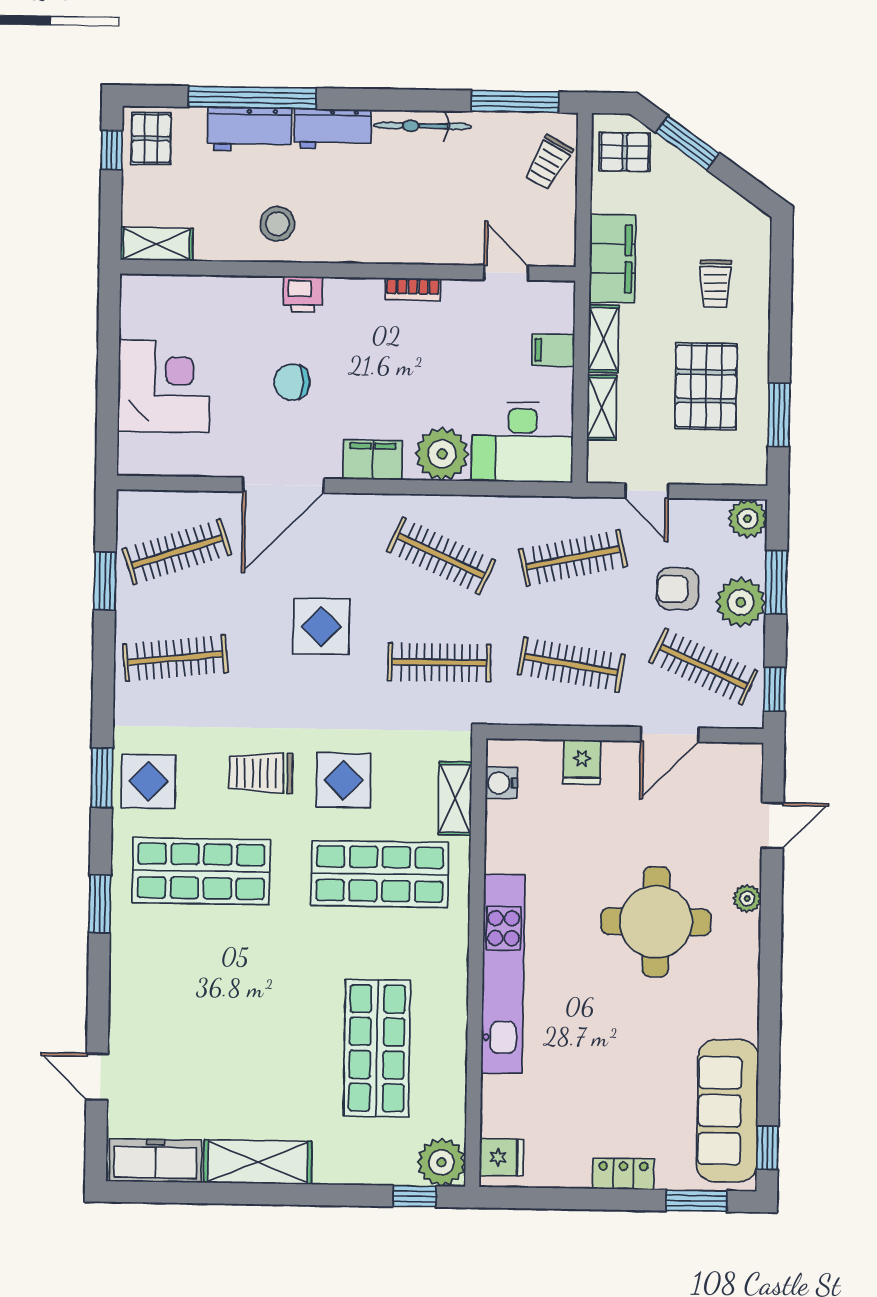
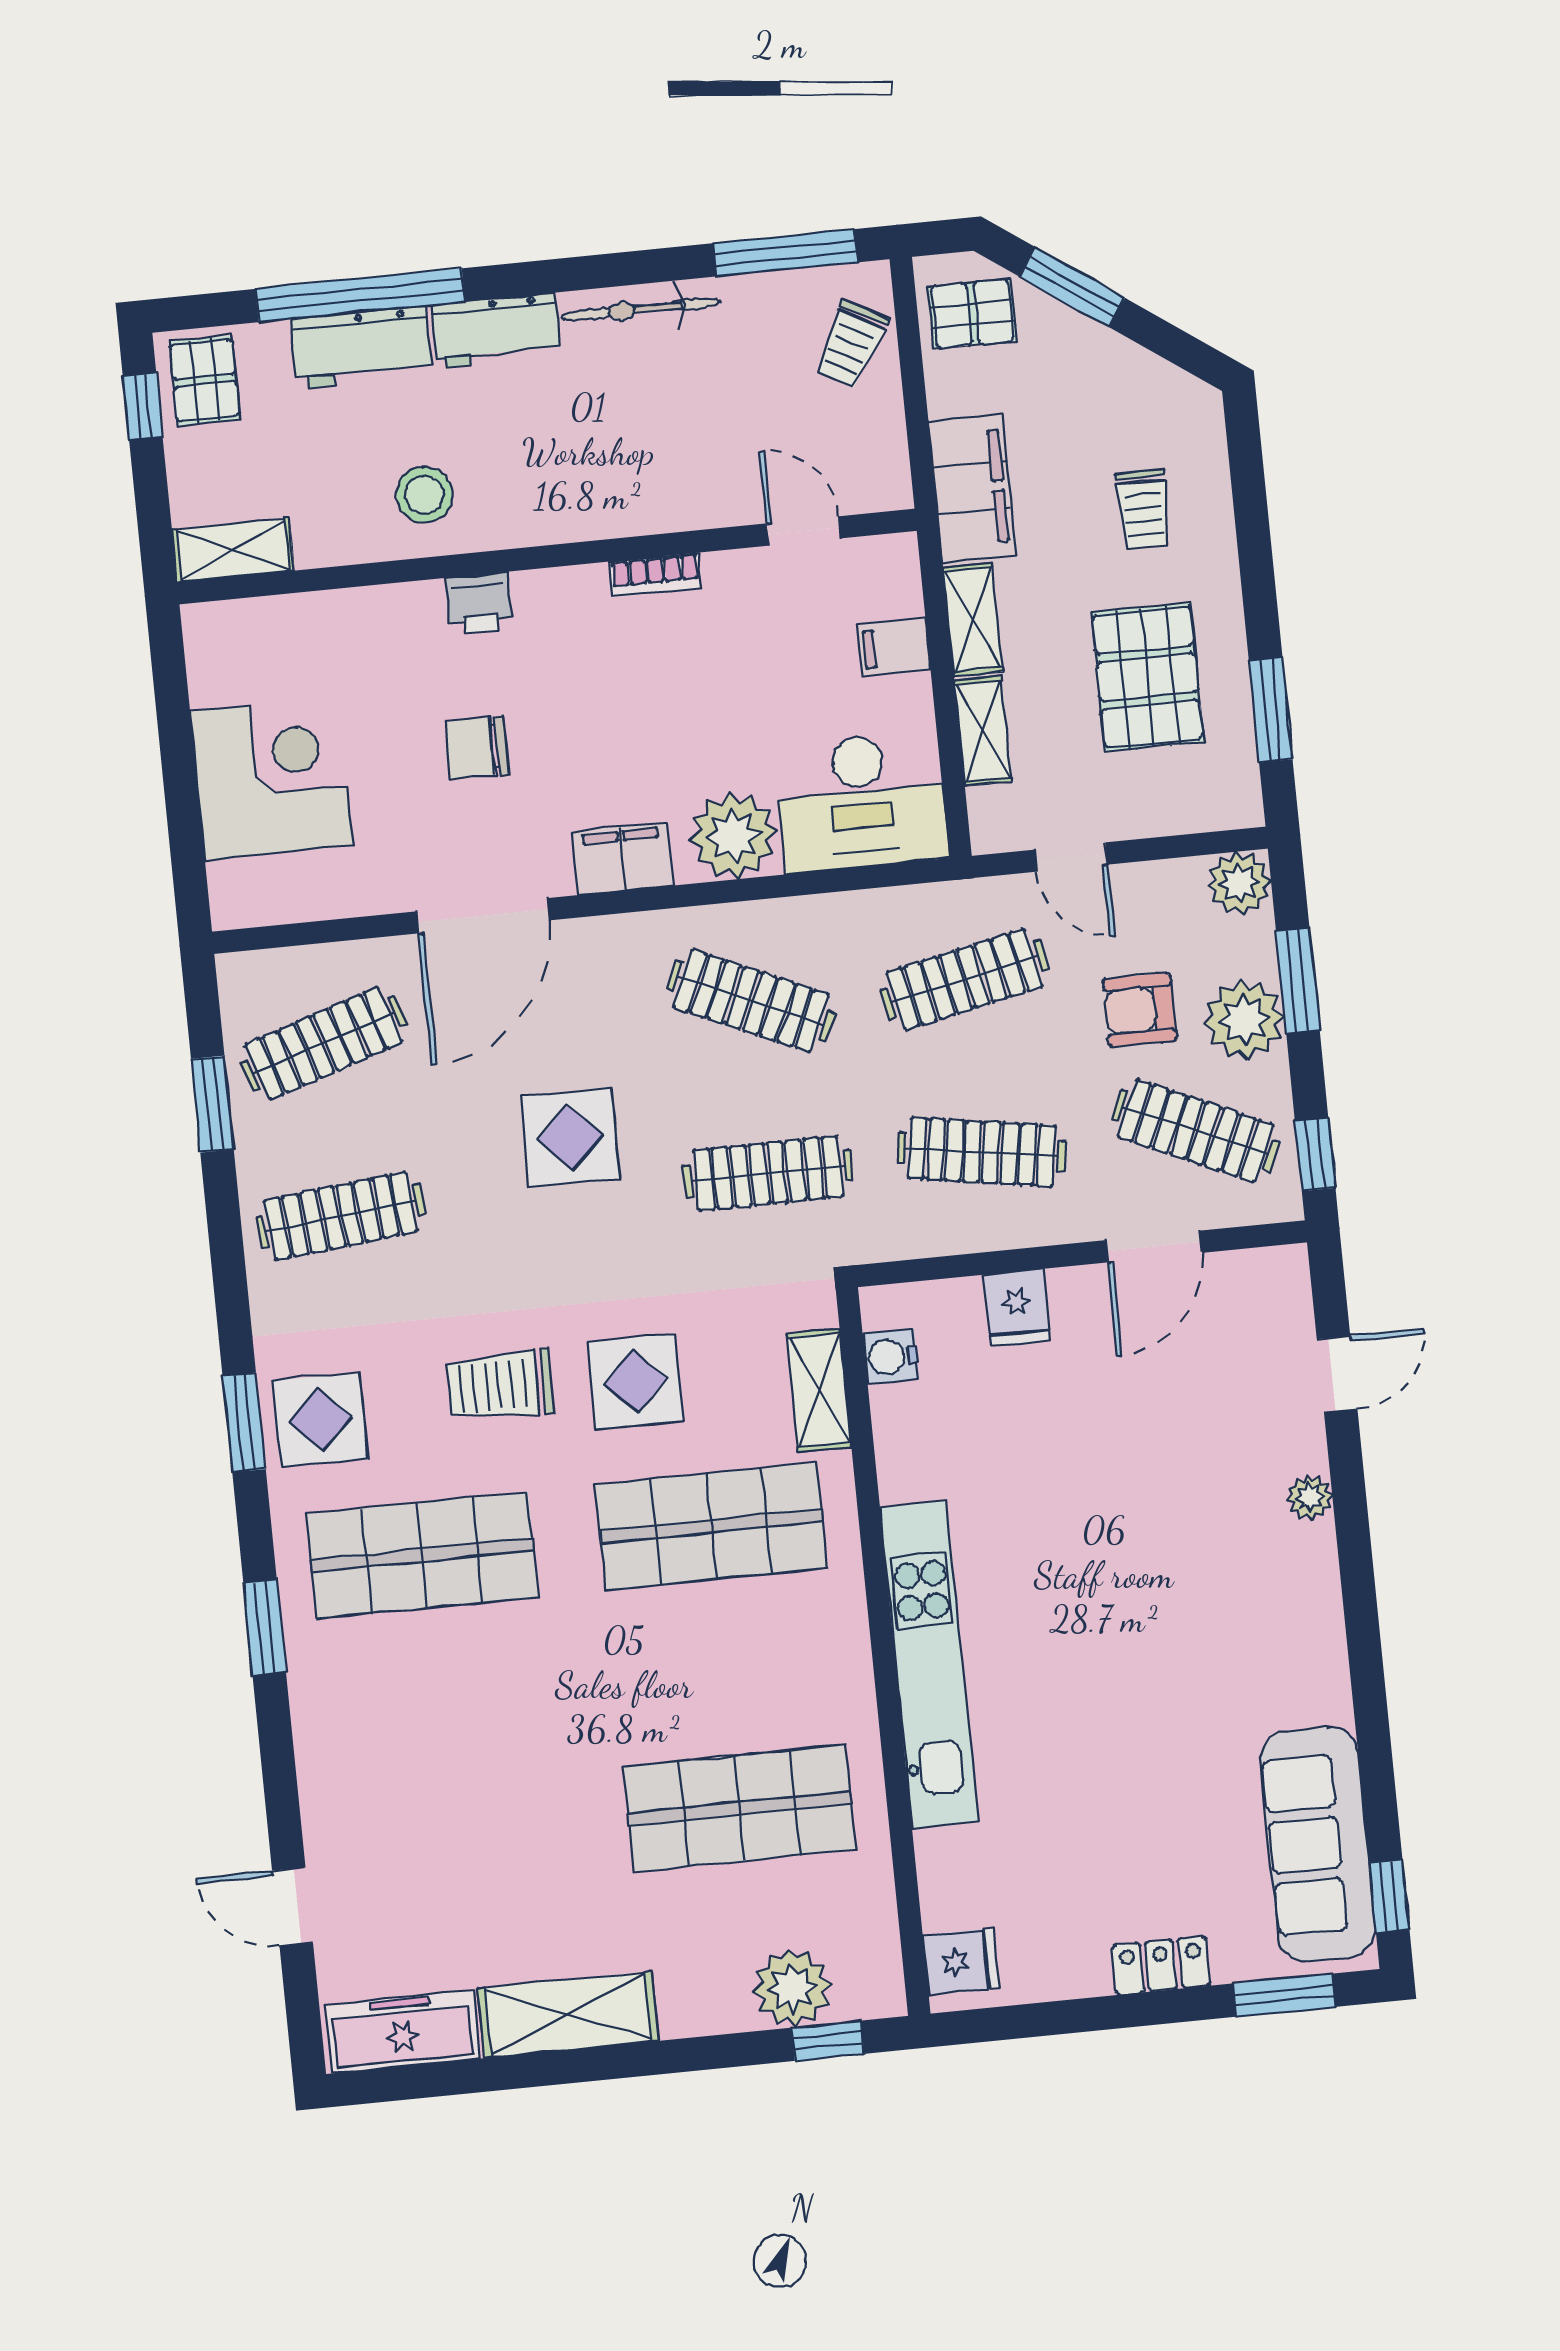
round table: (656, 922) -> (1167, 1552), removed
shop shelf: (377, 1048) -> (739, 1808), turned 90
plant: (442, 1162) -> (792, 1988), moved

